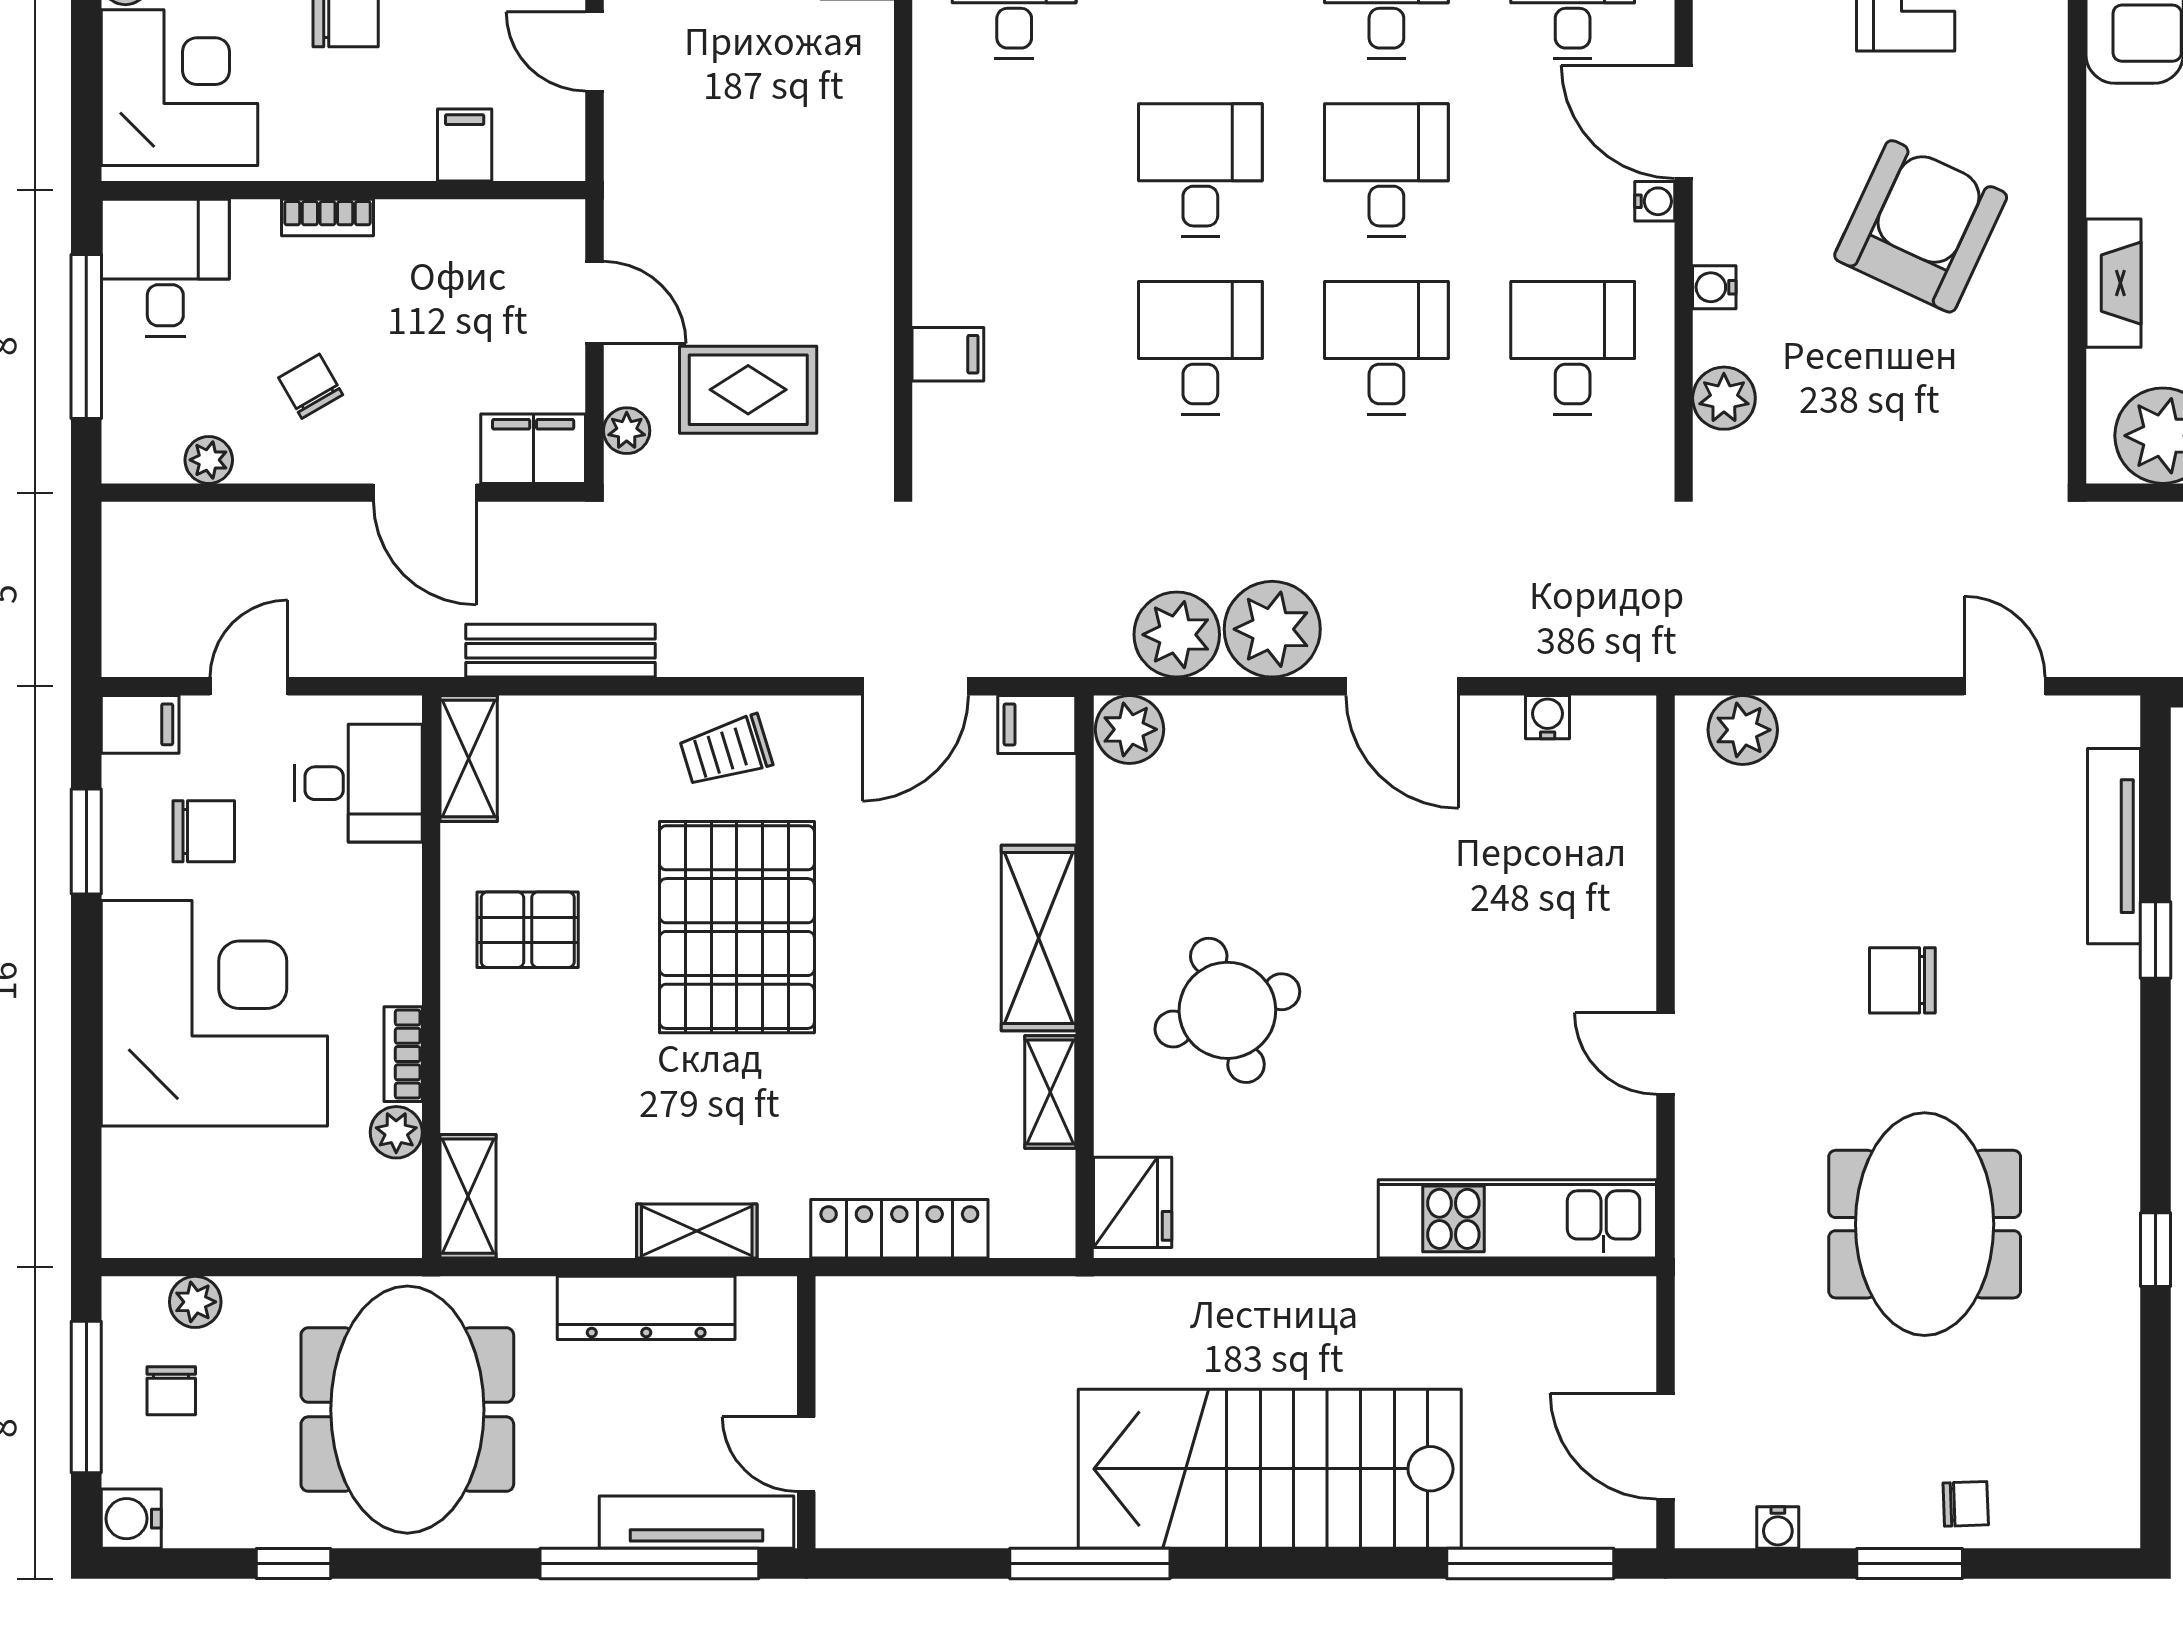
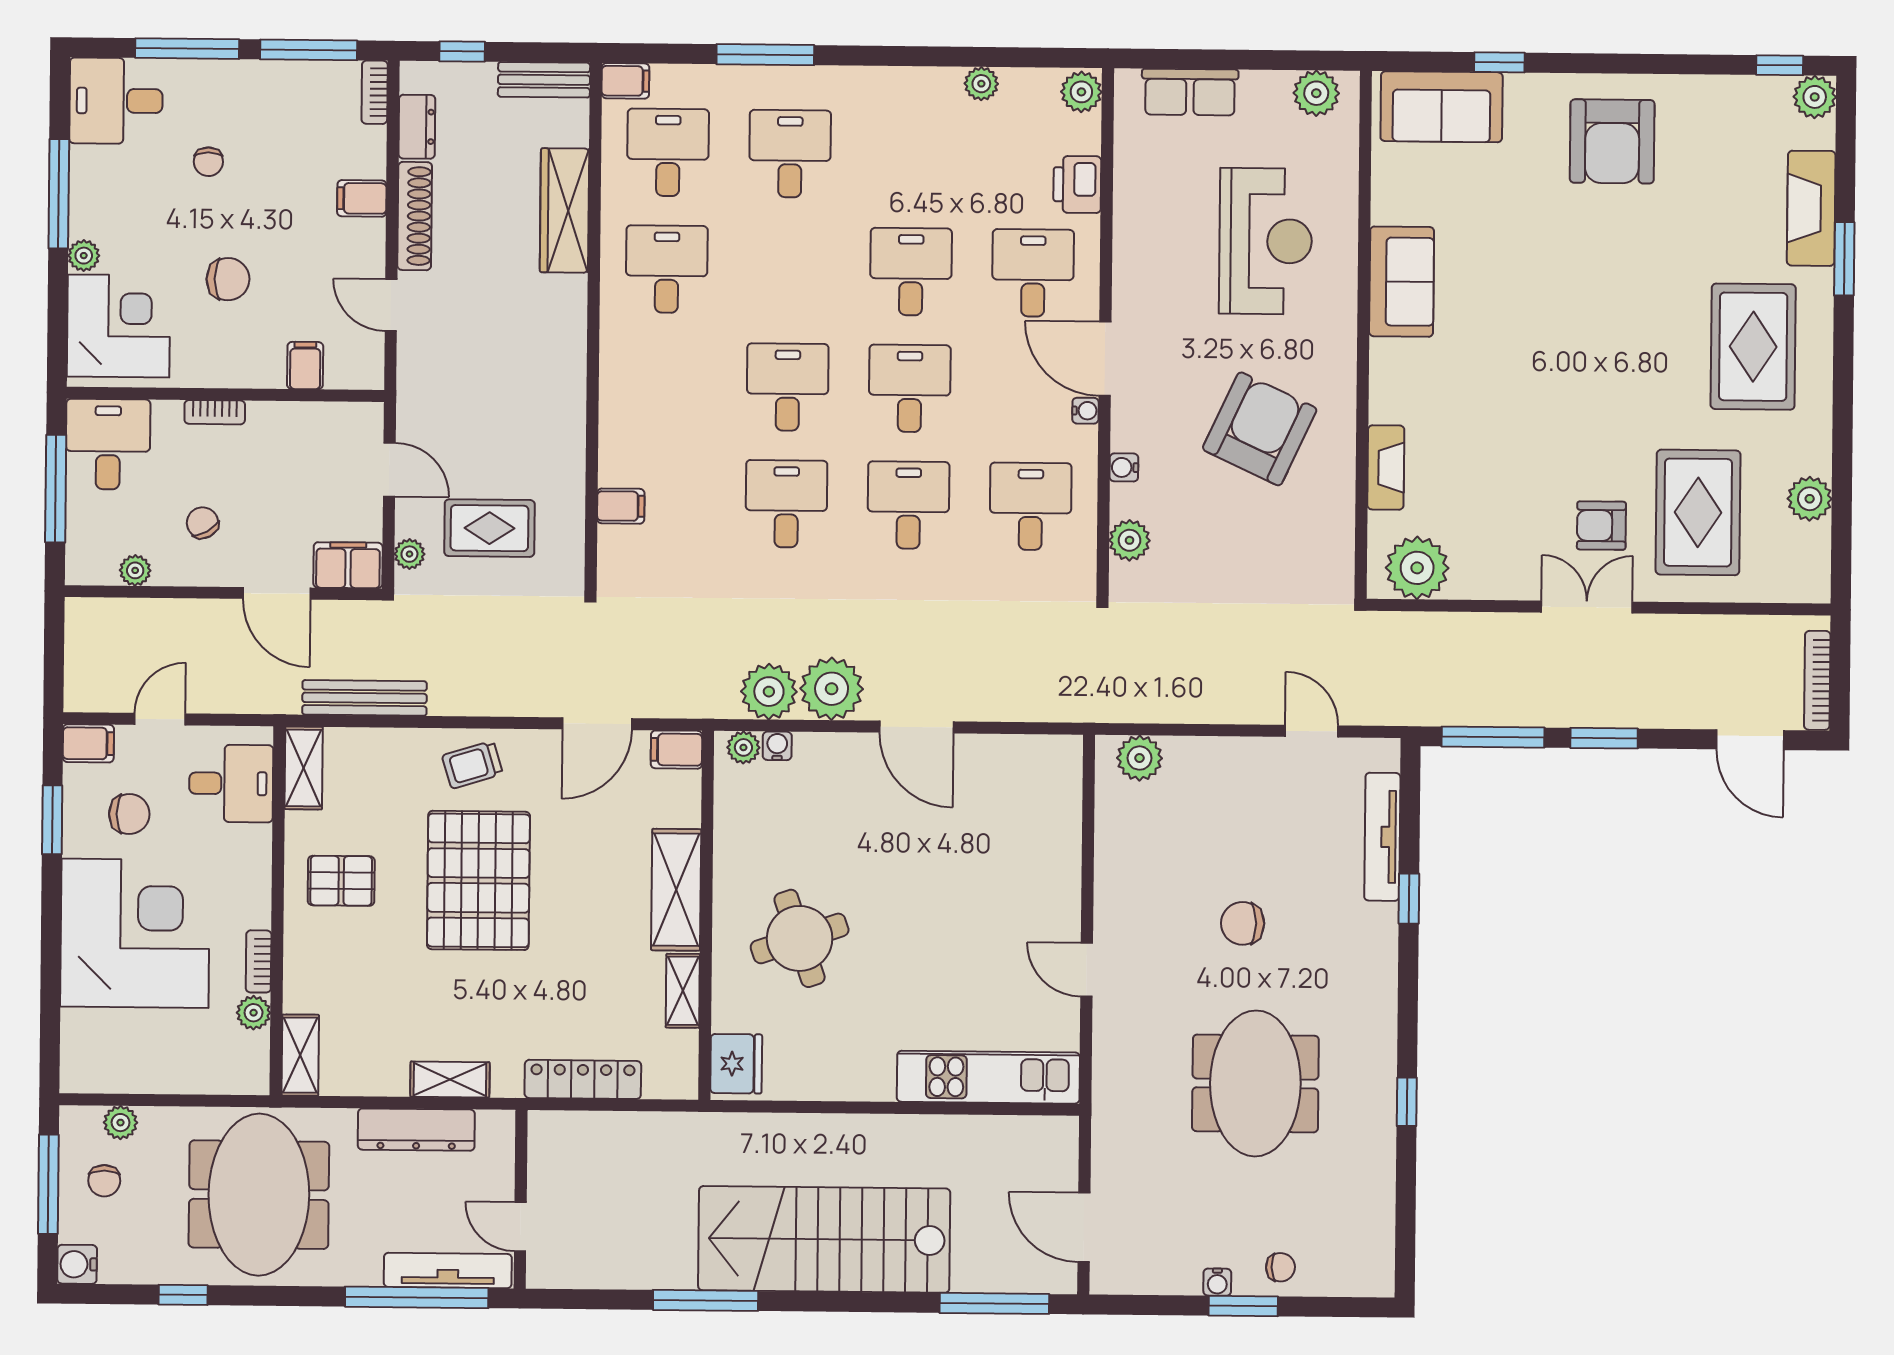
water cooler: (1548, 717) -> (777, 746), moved
plant: (1129, 729) -> (743, 747), width x0.73, depth x0.73
water cooler: (1778, 1528) -> (1217, 1282), moved

